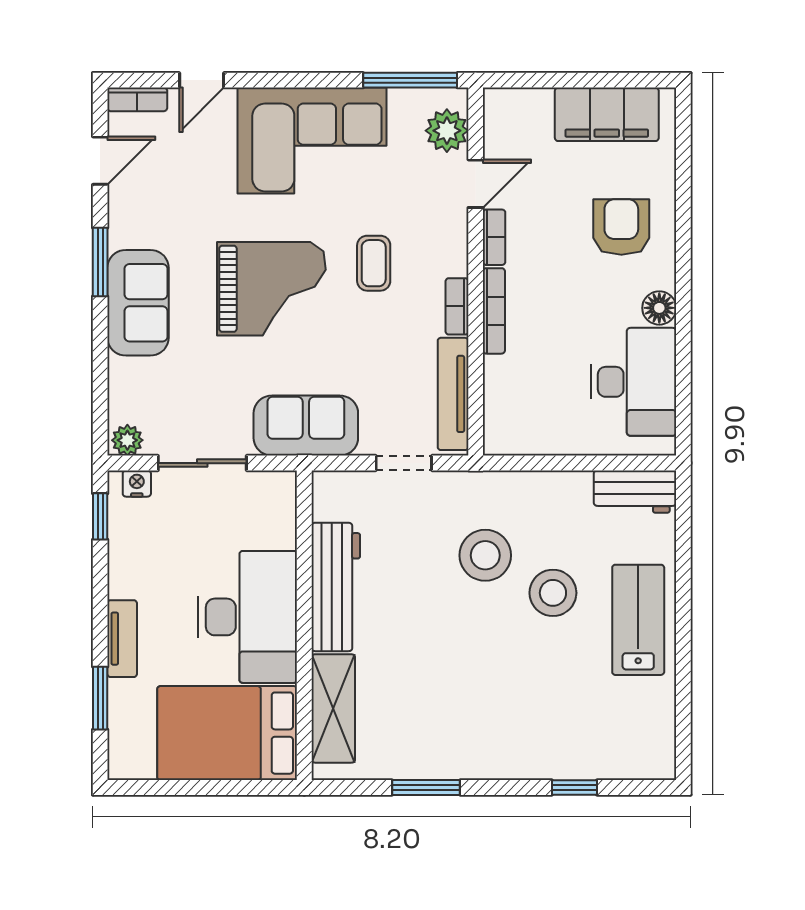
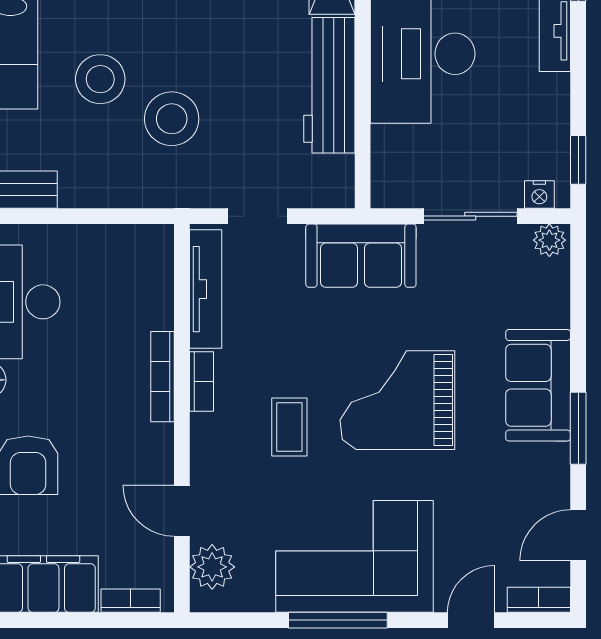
window: (410, 80) -> (338, 620), moved
door: (476, 184) -> (182, 511), hinge flipped
bookcase: (494, 237) -> (131, 601), moved, turned 90

